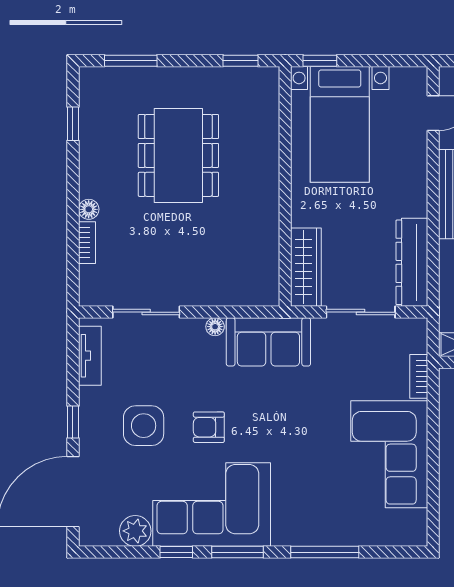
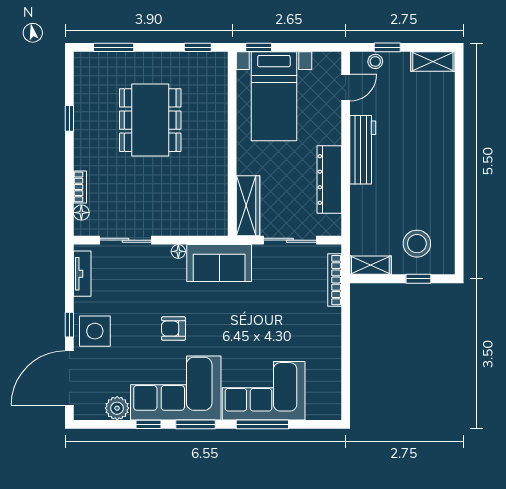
window: (73, 124) -> (69, 118), moved
floor lamp: (89, 209) -> (81, 213), moved
dresser: (412, 262) -> (329, 179), moved
bookcase: (419, 376) -> (335, 280), width x1.56
side table: (144, 426) -> (95, 331), moved
corner sofa: (389, 454) -> (264, 391), moved, turned 90

